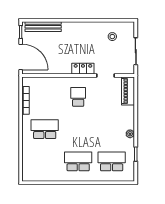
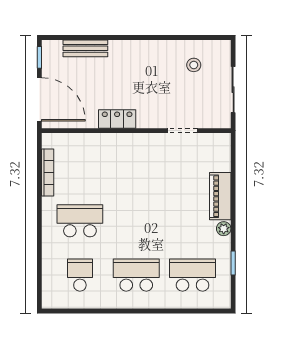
bench: (43, 27) -> (85, 48), width x0.73
locker: (83, 69) -> (117, 119), moved
piano: (128, 91) -> (220, 196), moved
school desk: (78, 97) -> (80, 275), moved

